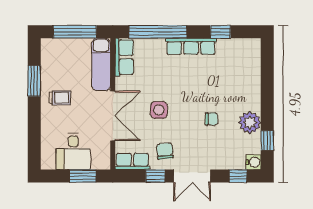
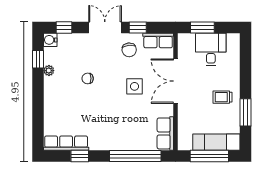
row of seats: (191, 46) -> (66, 143), moved
exam couch: (101, 64) -> (216, 142), moved, turned -90
plant: (250, 123) -> (49, 71), width x0.53, depth x0.53

